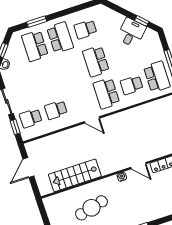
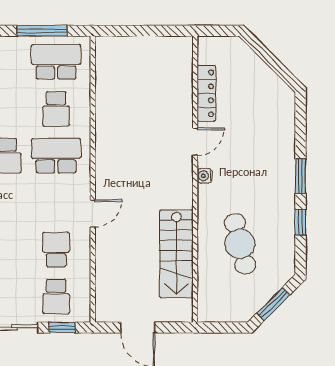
school desk: (106, 93) -> (56, 156), turned 180
school desk: (56, 110) -> (56, 250), turned 180
door: (92, 120) -> (93, 213), moved

